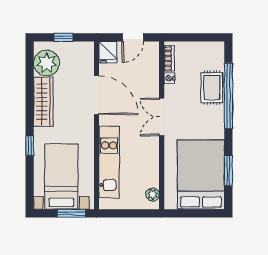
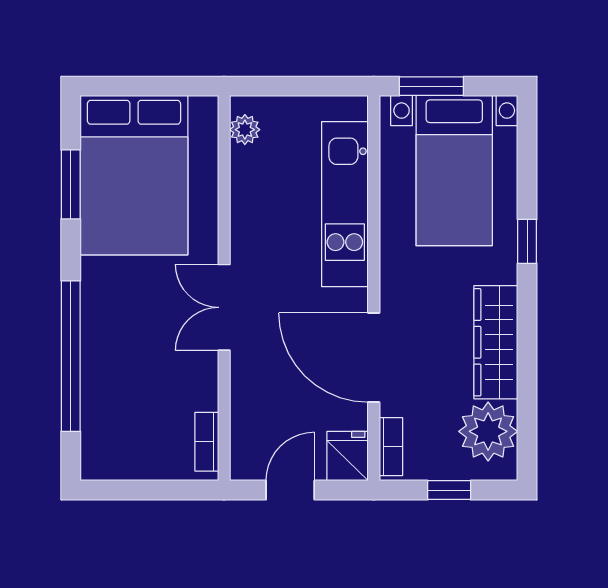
bookcase: (89, 56) -> (391, 447), added
nightstand: (169, 78) -> (206, 396), removed
rug: (212, 88) -> (109, 375), removed
double door: (162, 117) -> (224, 307), swing flipped

